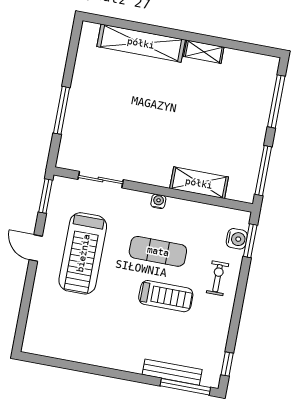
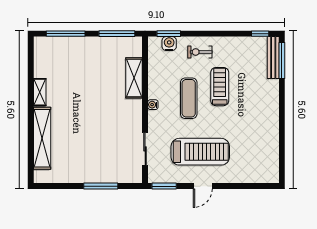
bench: (172, 372) -> (273, 58), moved

